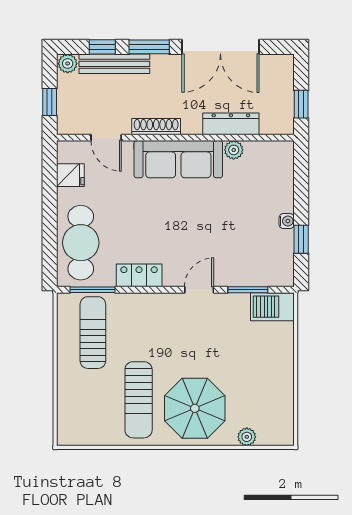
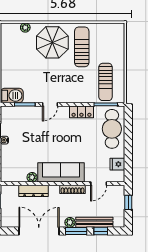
plant: (68, 63) -> (70, 222), moved
door: (106, 138) -> (99, 184), swing flipped

